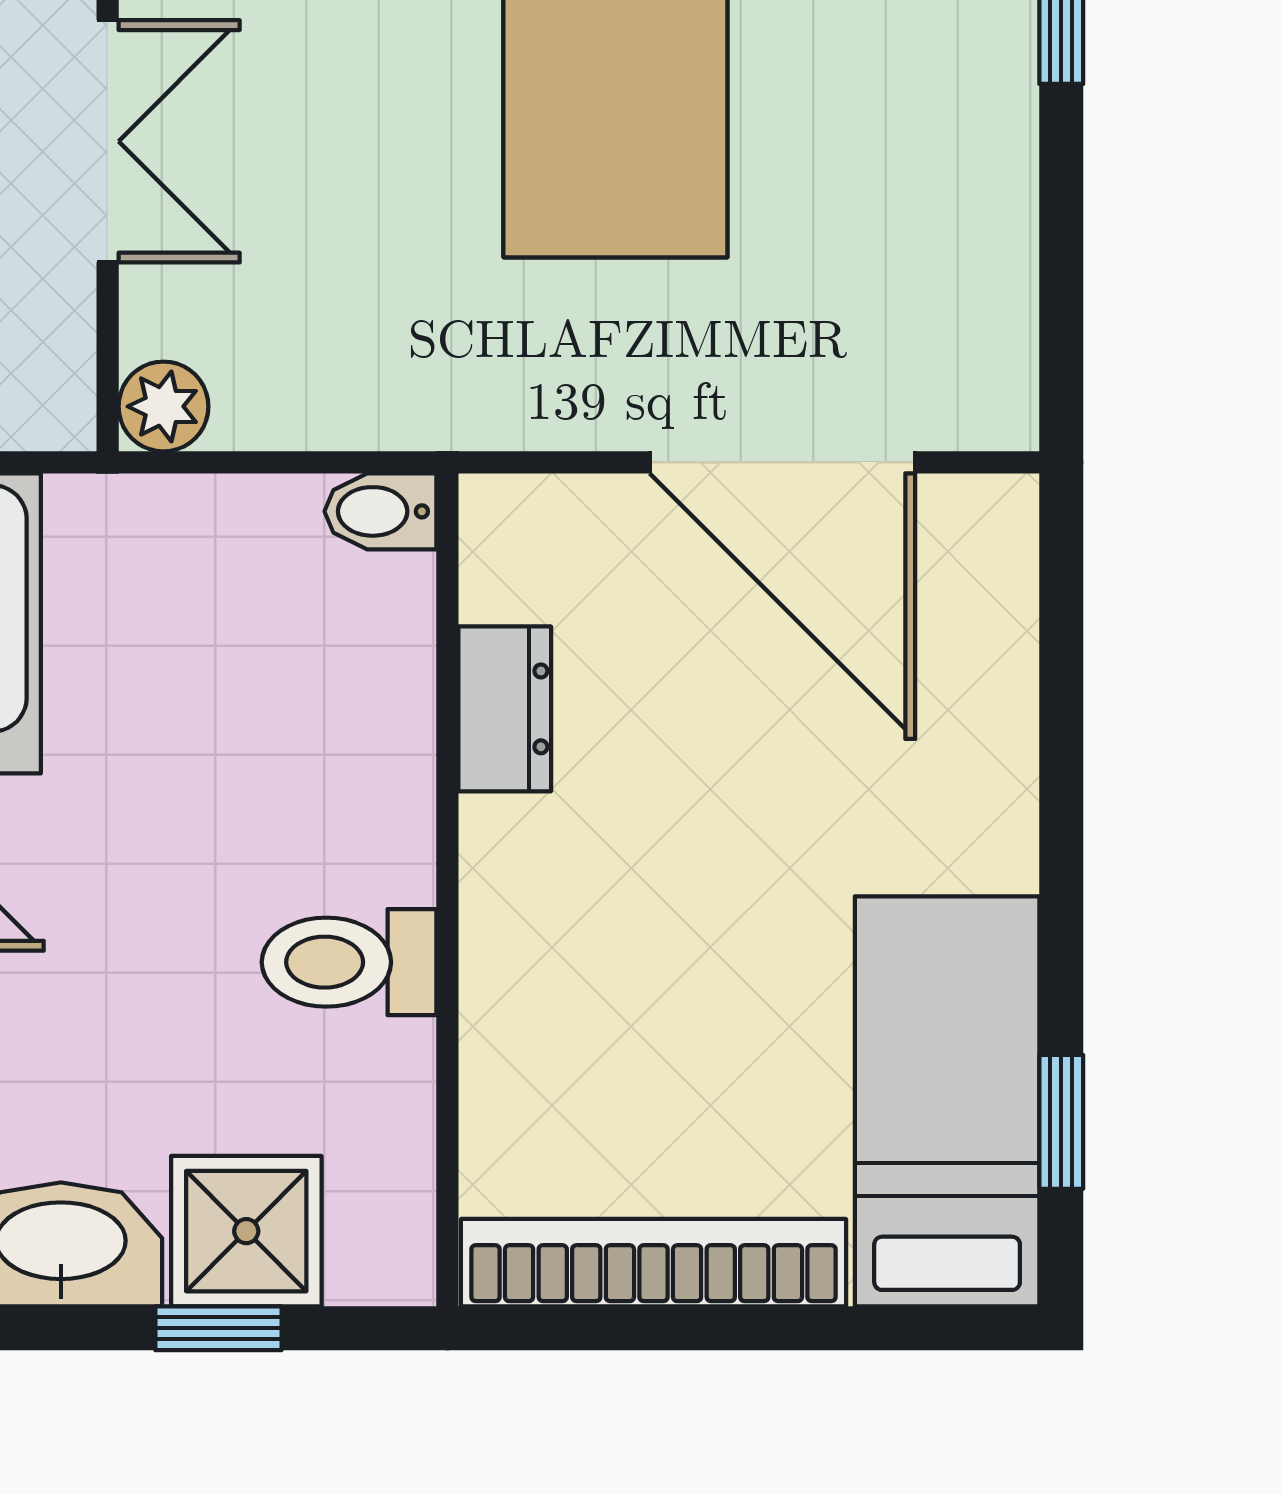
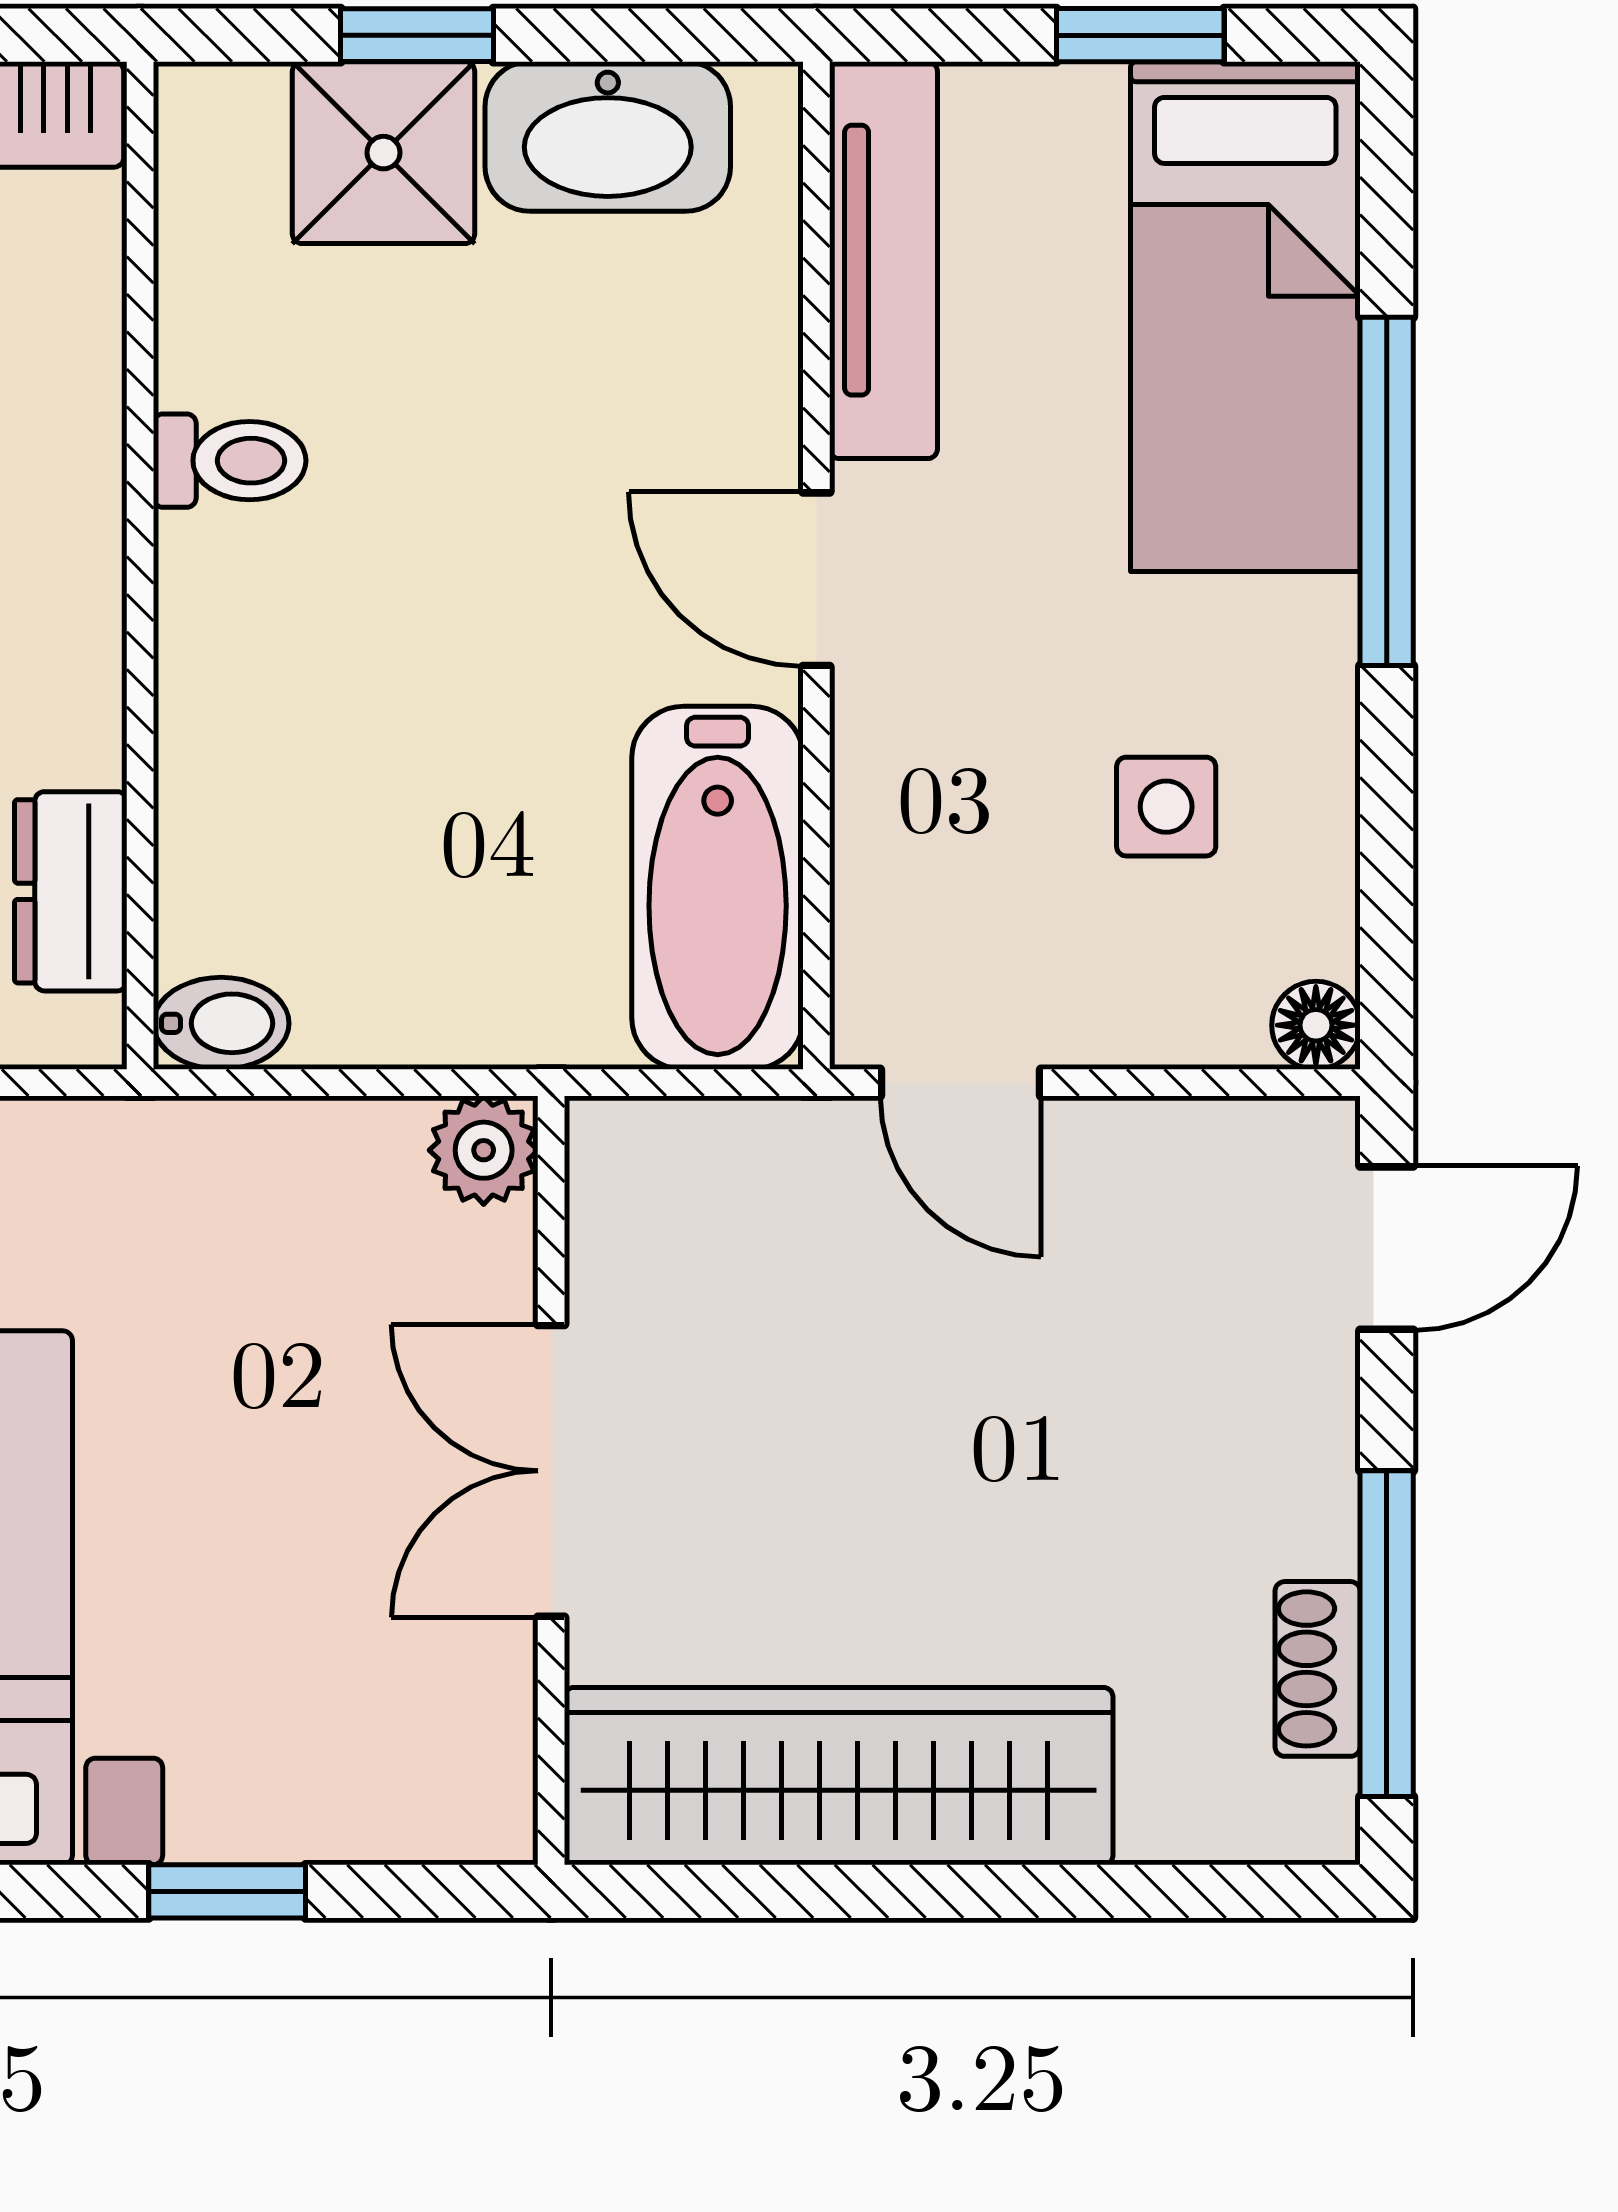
dresser: (505, 709) -> (71, 891), moved
toilet: (349, 962) -> (230, 461), width x0.73, depth x0.72

